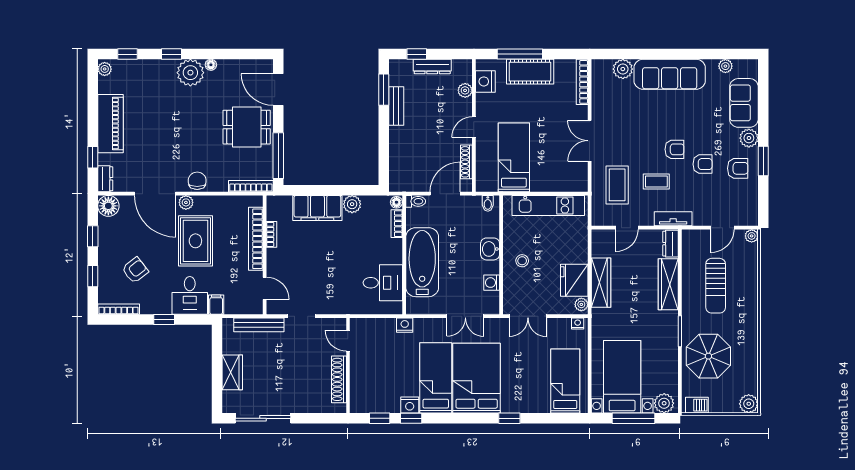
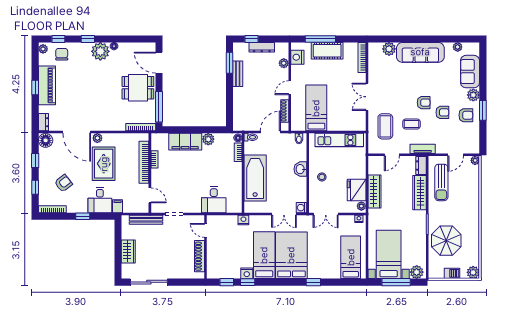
window: (93, 157) -> (35, 88), moved
chair: (197, 181) -> (62, 54), moved
desk: (383, 283) -> (214, 200), moved, turned 90
washing machine: (492, 283) -> (302, 208), moved
sun lounger: (716, 286) -> (441, 182), moved
barbecue: (697, 405) -> (452, 273), moved

